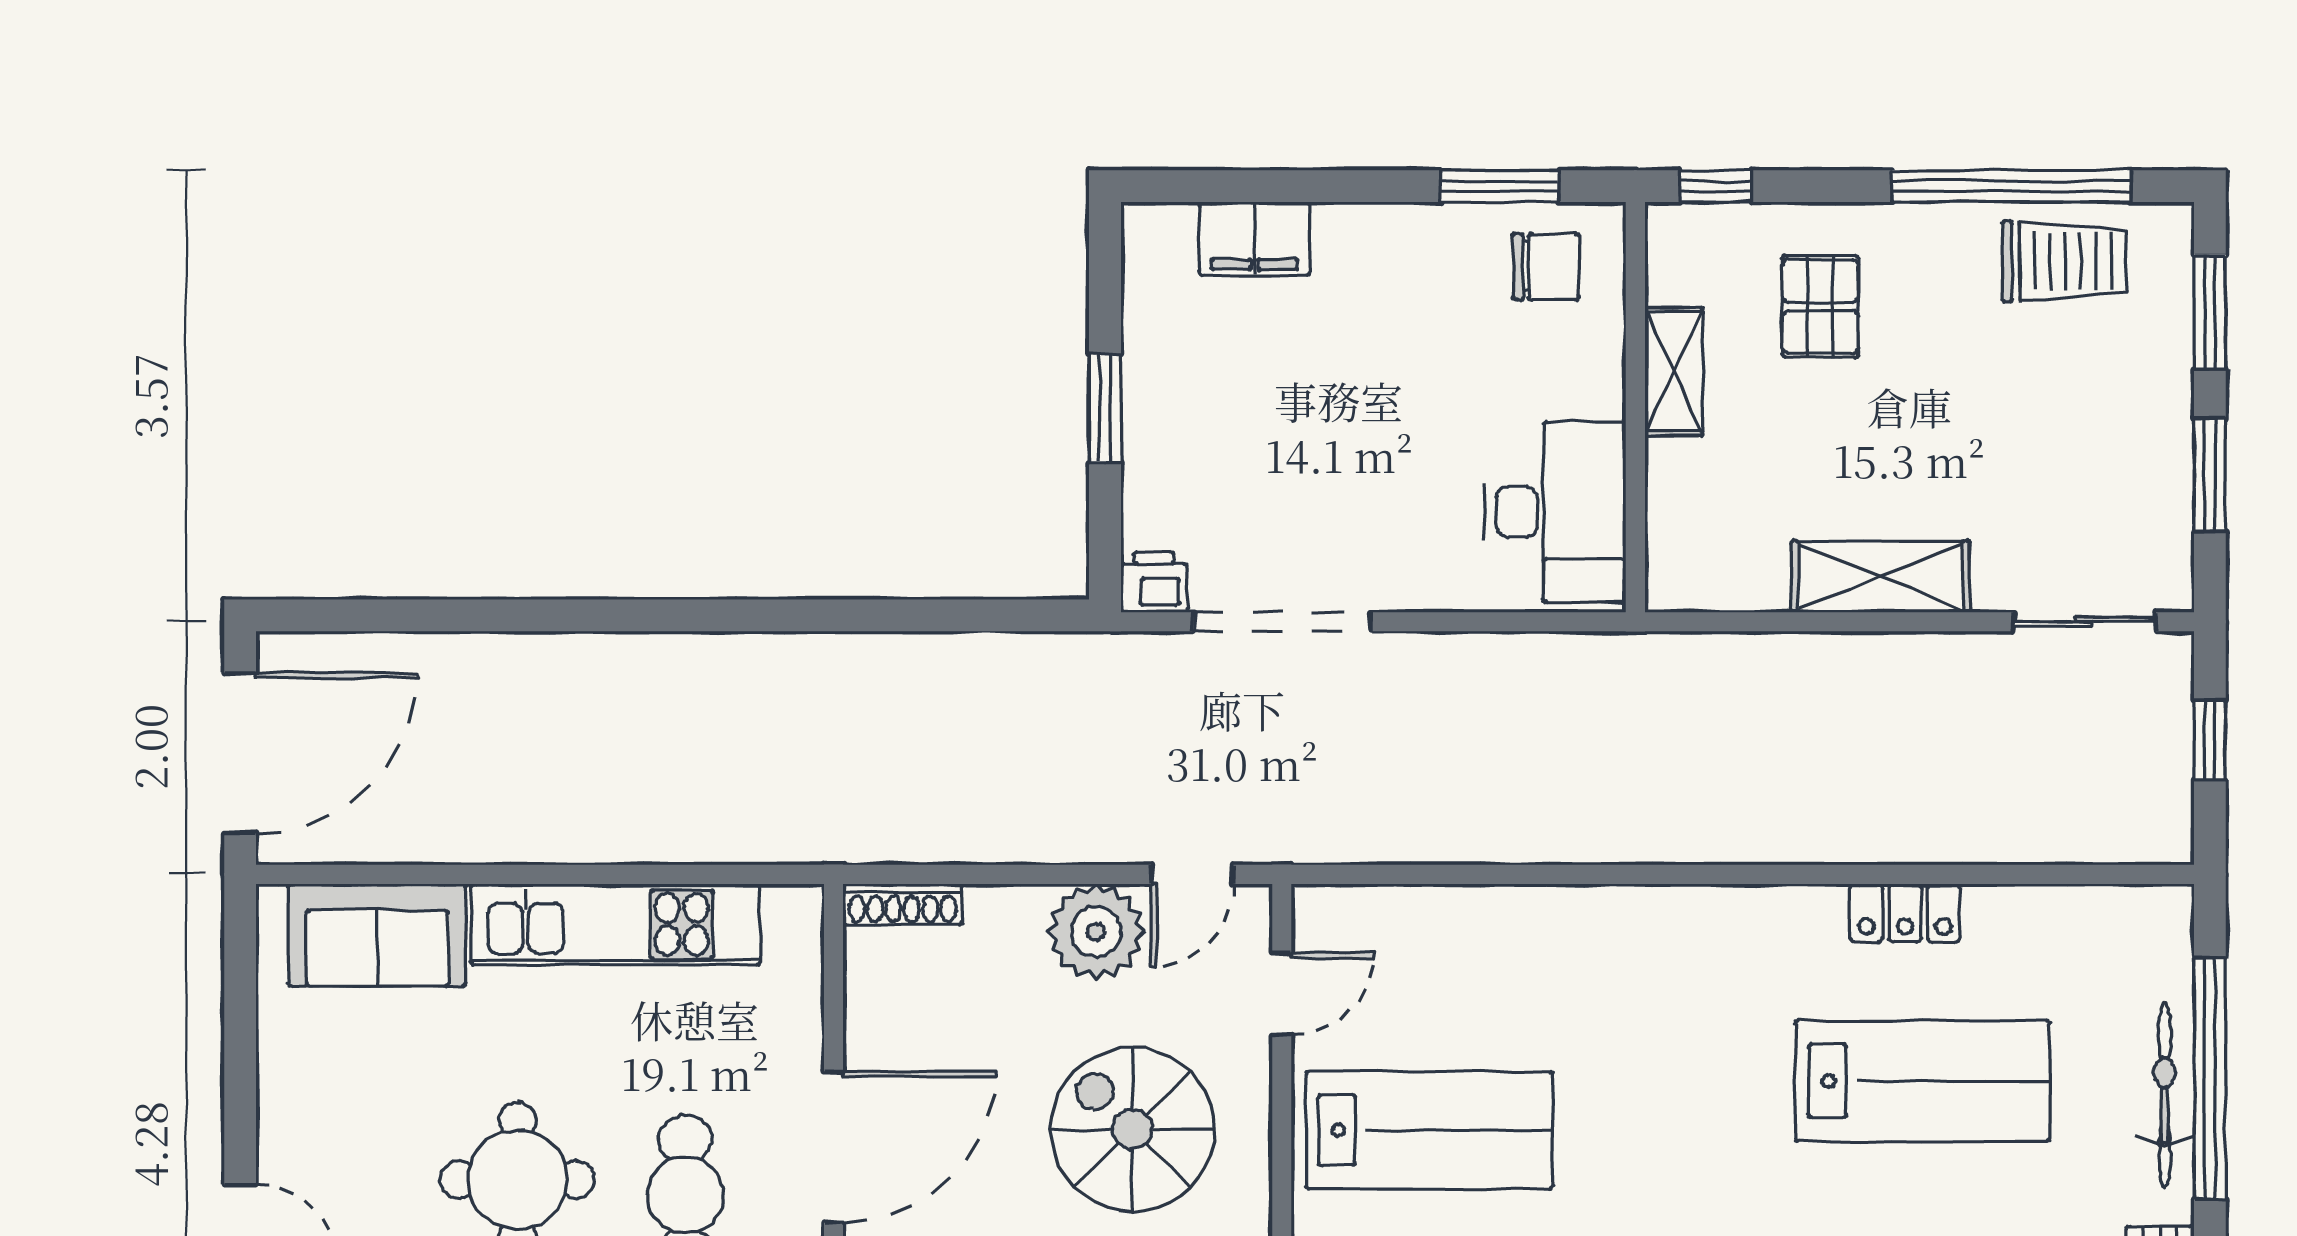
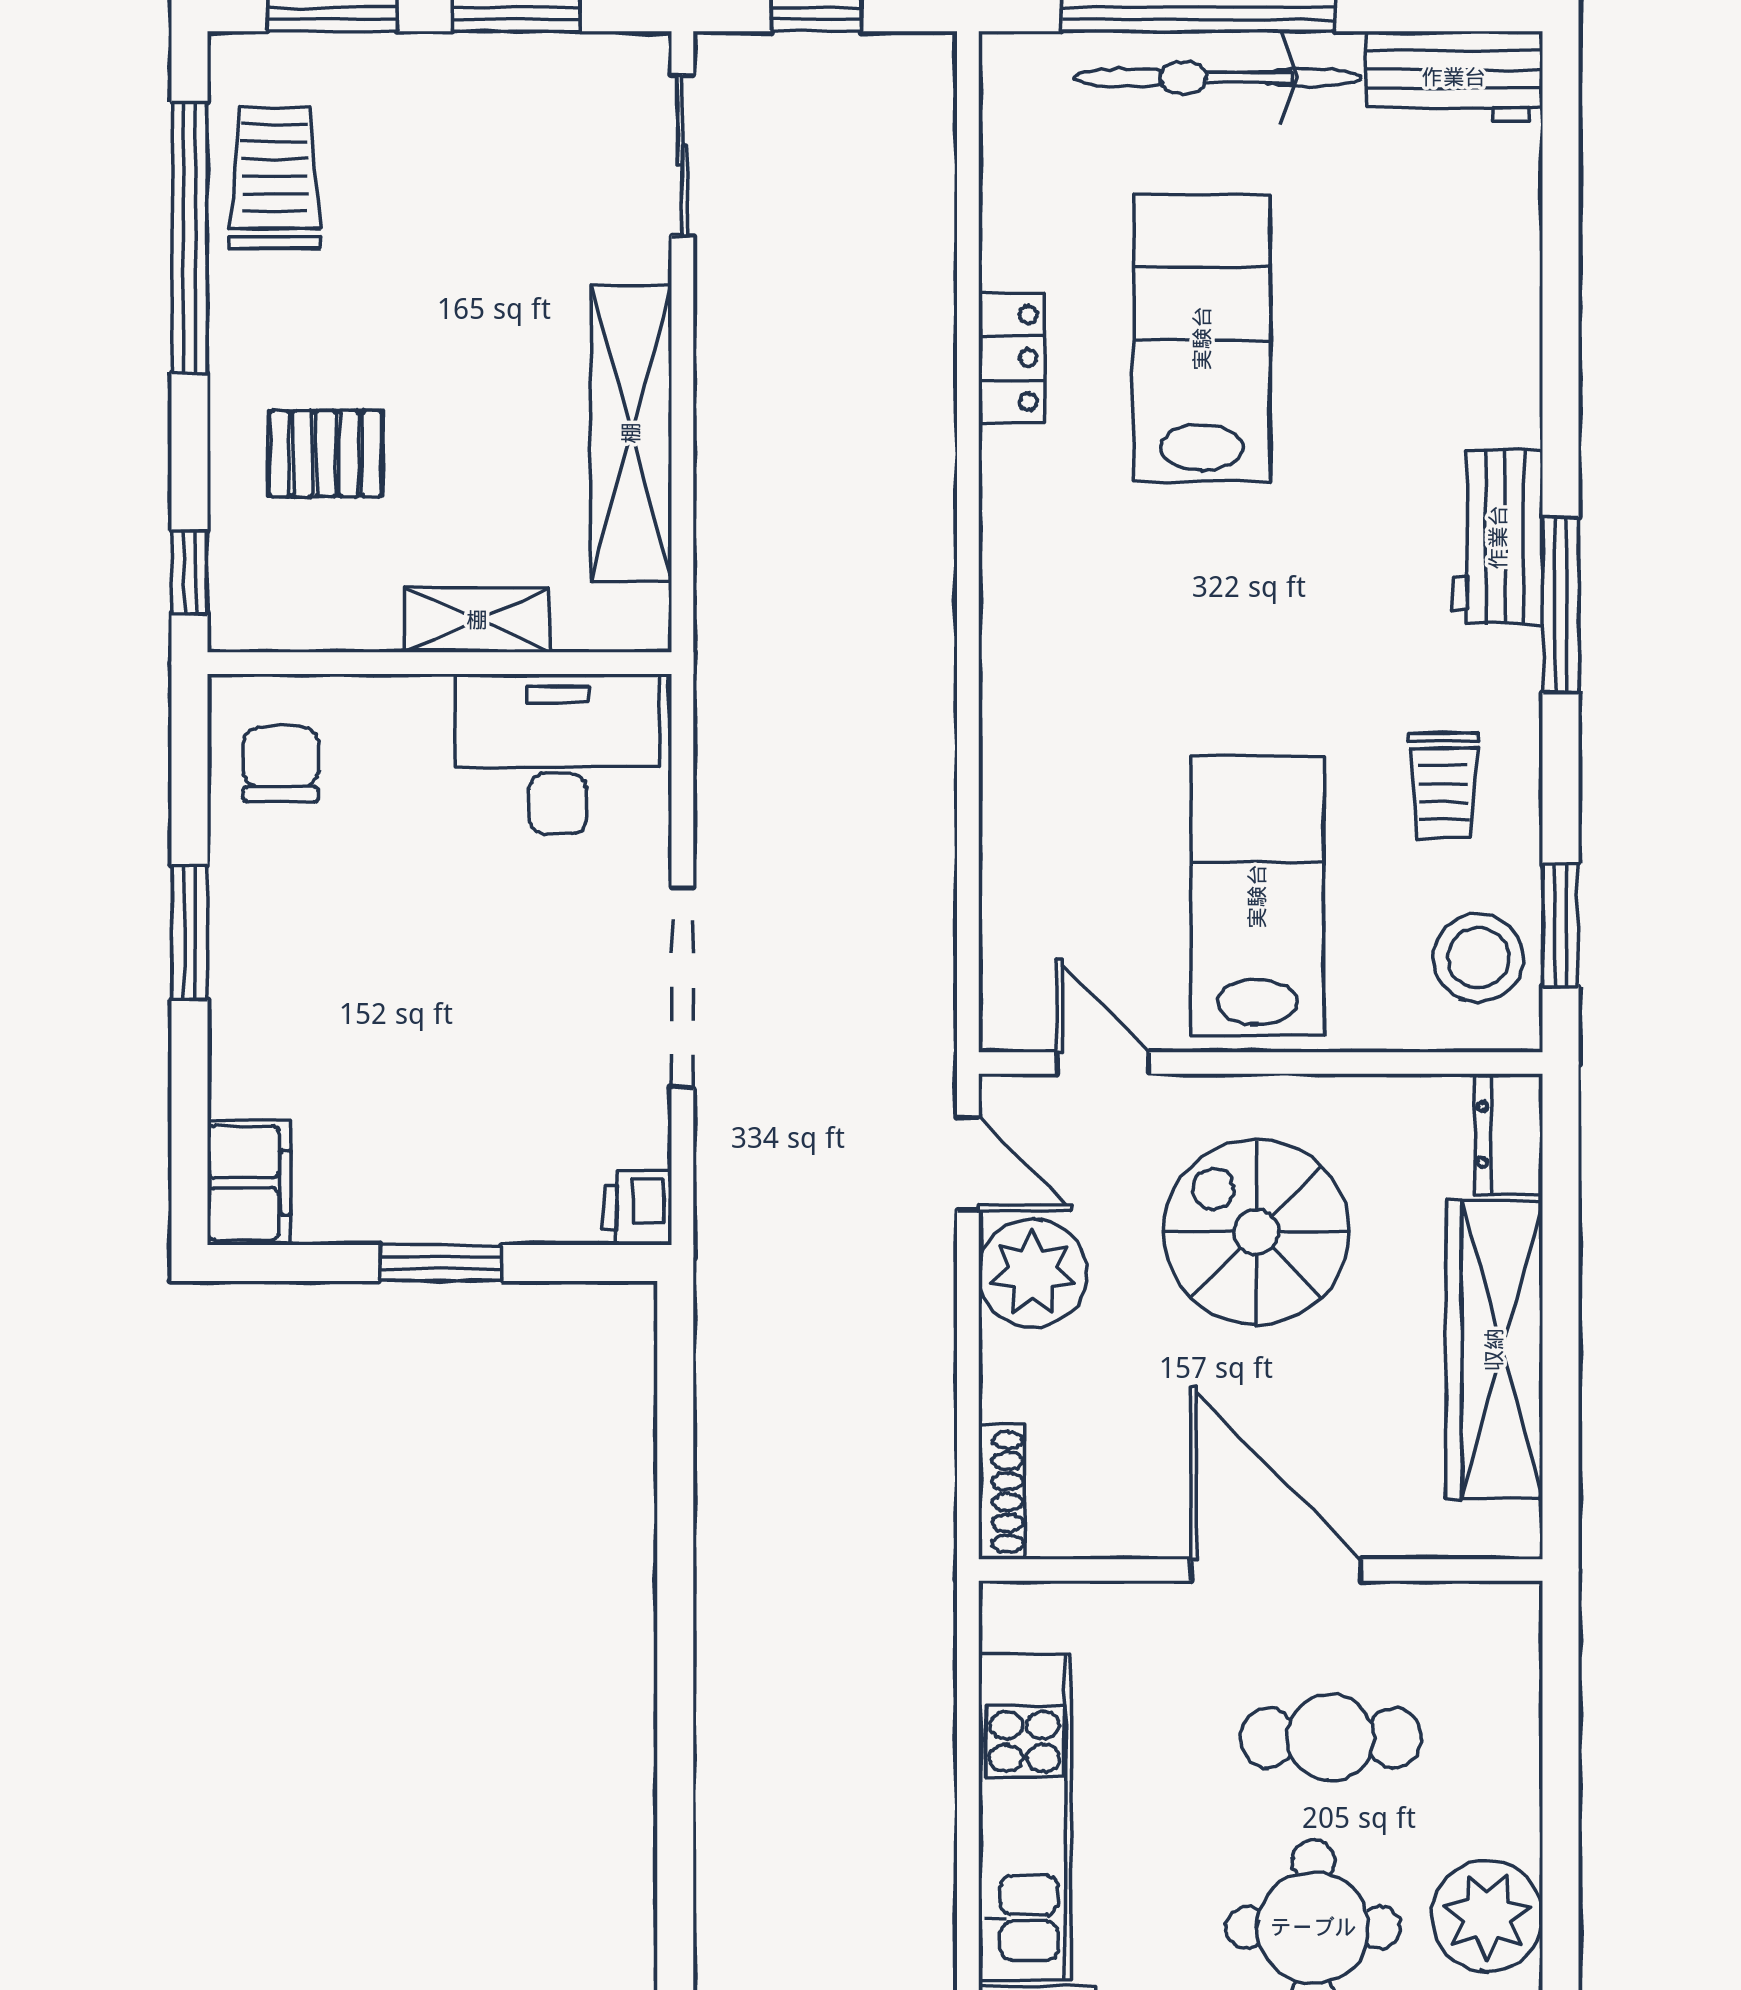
window: (1500, 186) -> (190, 933), moved
filing cabinet: (1254, 239) -> (249, 1183), moved
shelving: (1674, 372) -> (477, 620), moved
shelving: (1880, 577) -> (631, 433), width x1.47
doorway: (1282, 622) -> (682, 987), moved
bicycle: (2165, 1095) -> (1218, 78), width x1.37, depth x1.40
spiral stairs: (1132, 1129) -> (1256, 1232), turned 90

